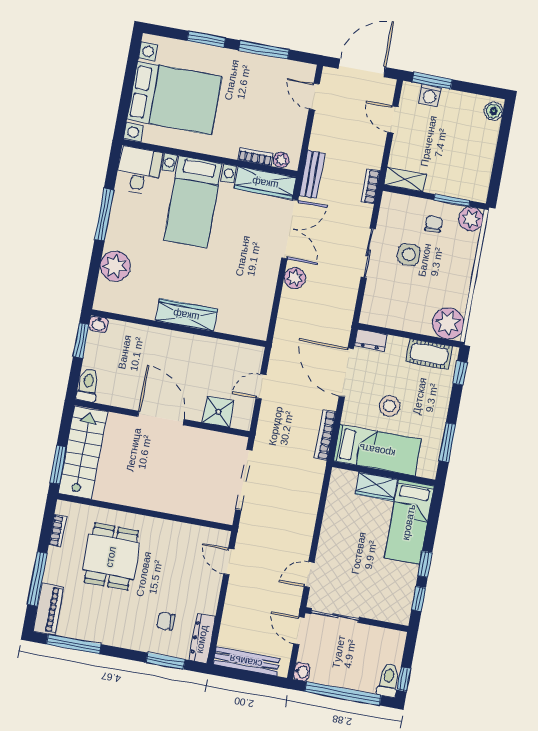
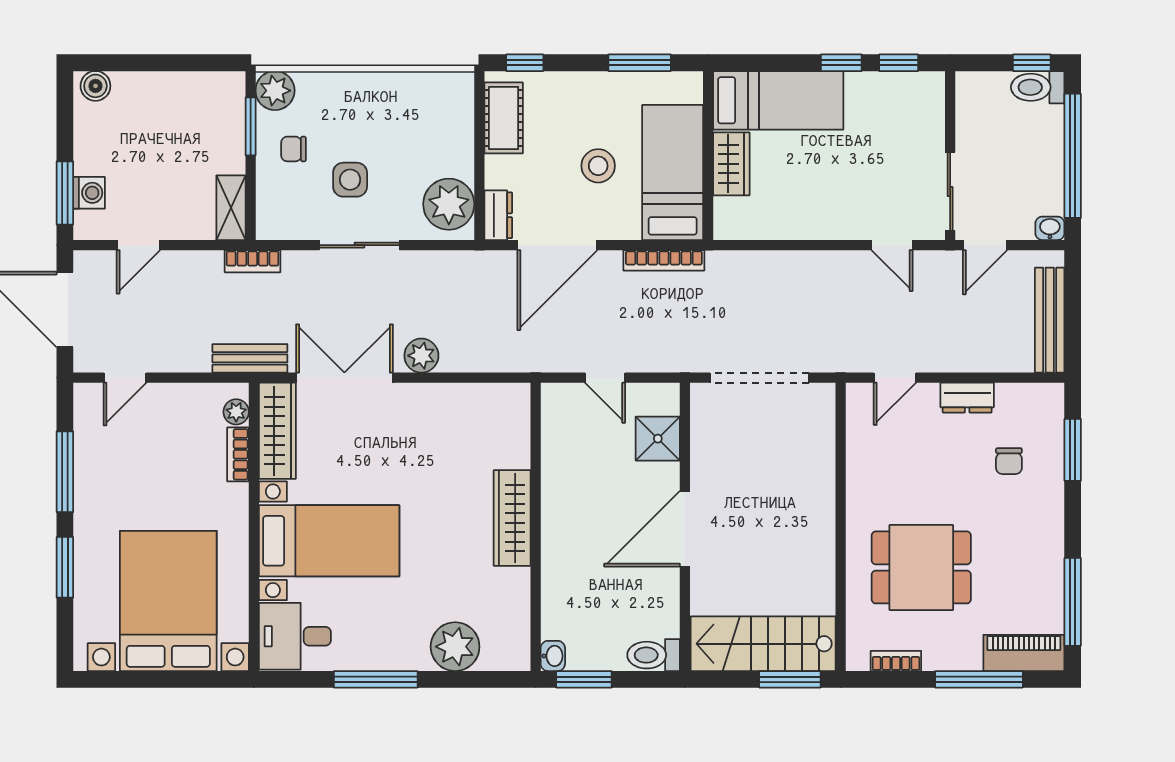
plant: (448, 323) -> (449, 204), moved
dresser: (202, 639) -> (967, 398), moved, width x0.70

